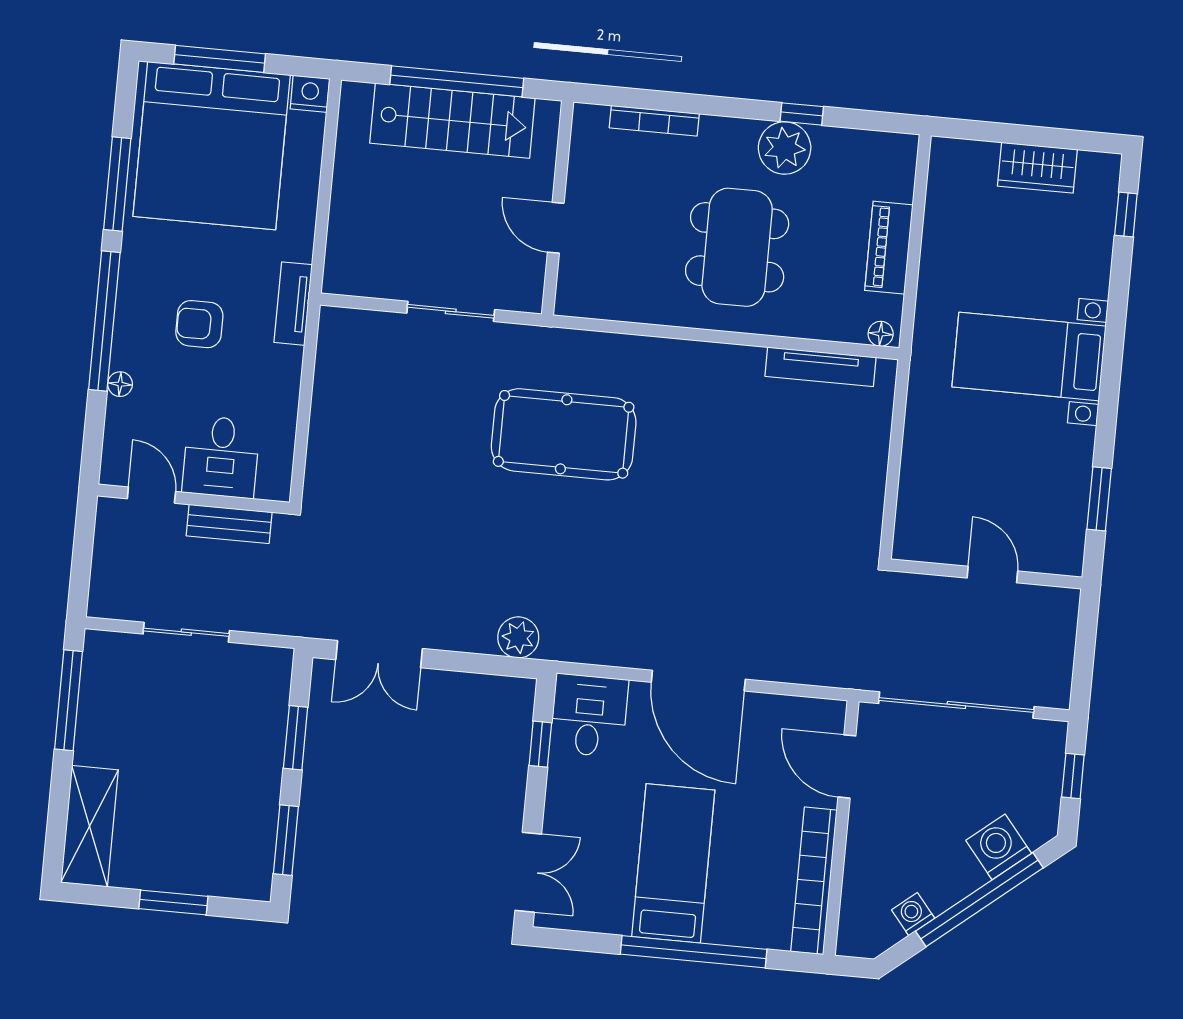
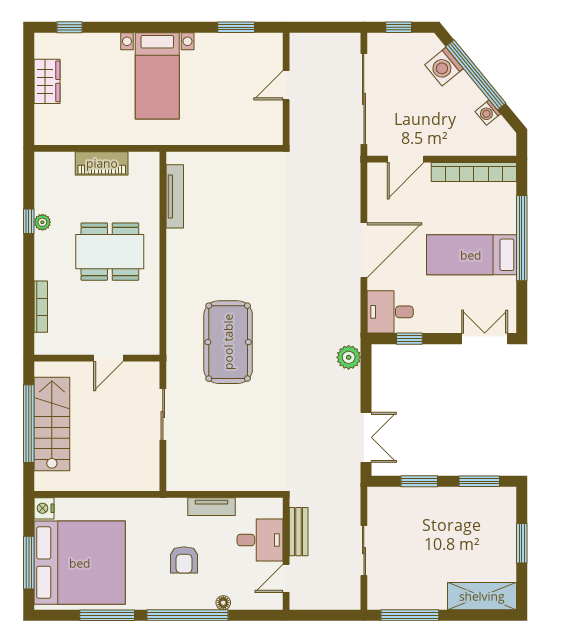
plant: (785, 148) -> (42, 222), width x0.53, depth x0.53
tv unit: (293, 304) -> (211, 507), moved
floor lamp: (881, 334) -> (152, 163), removed

